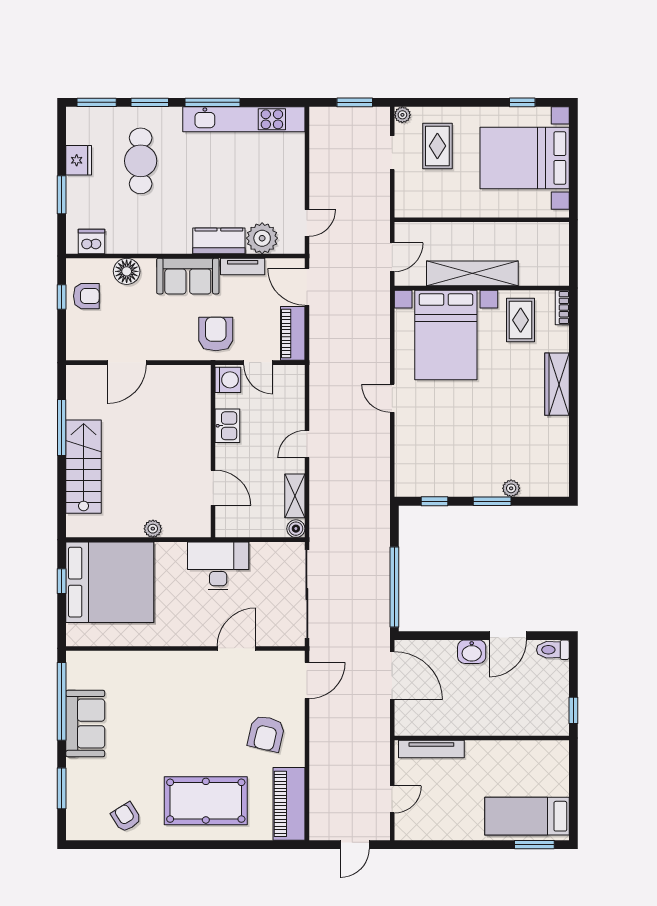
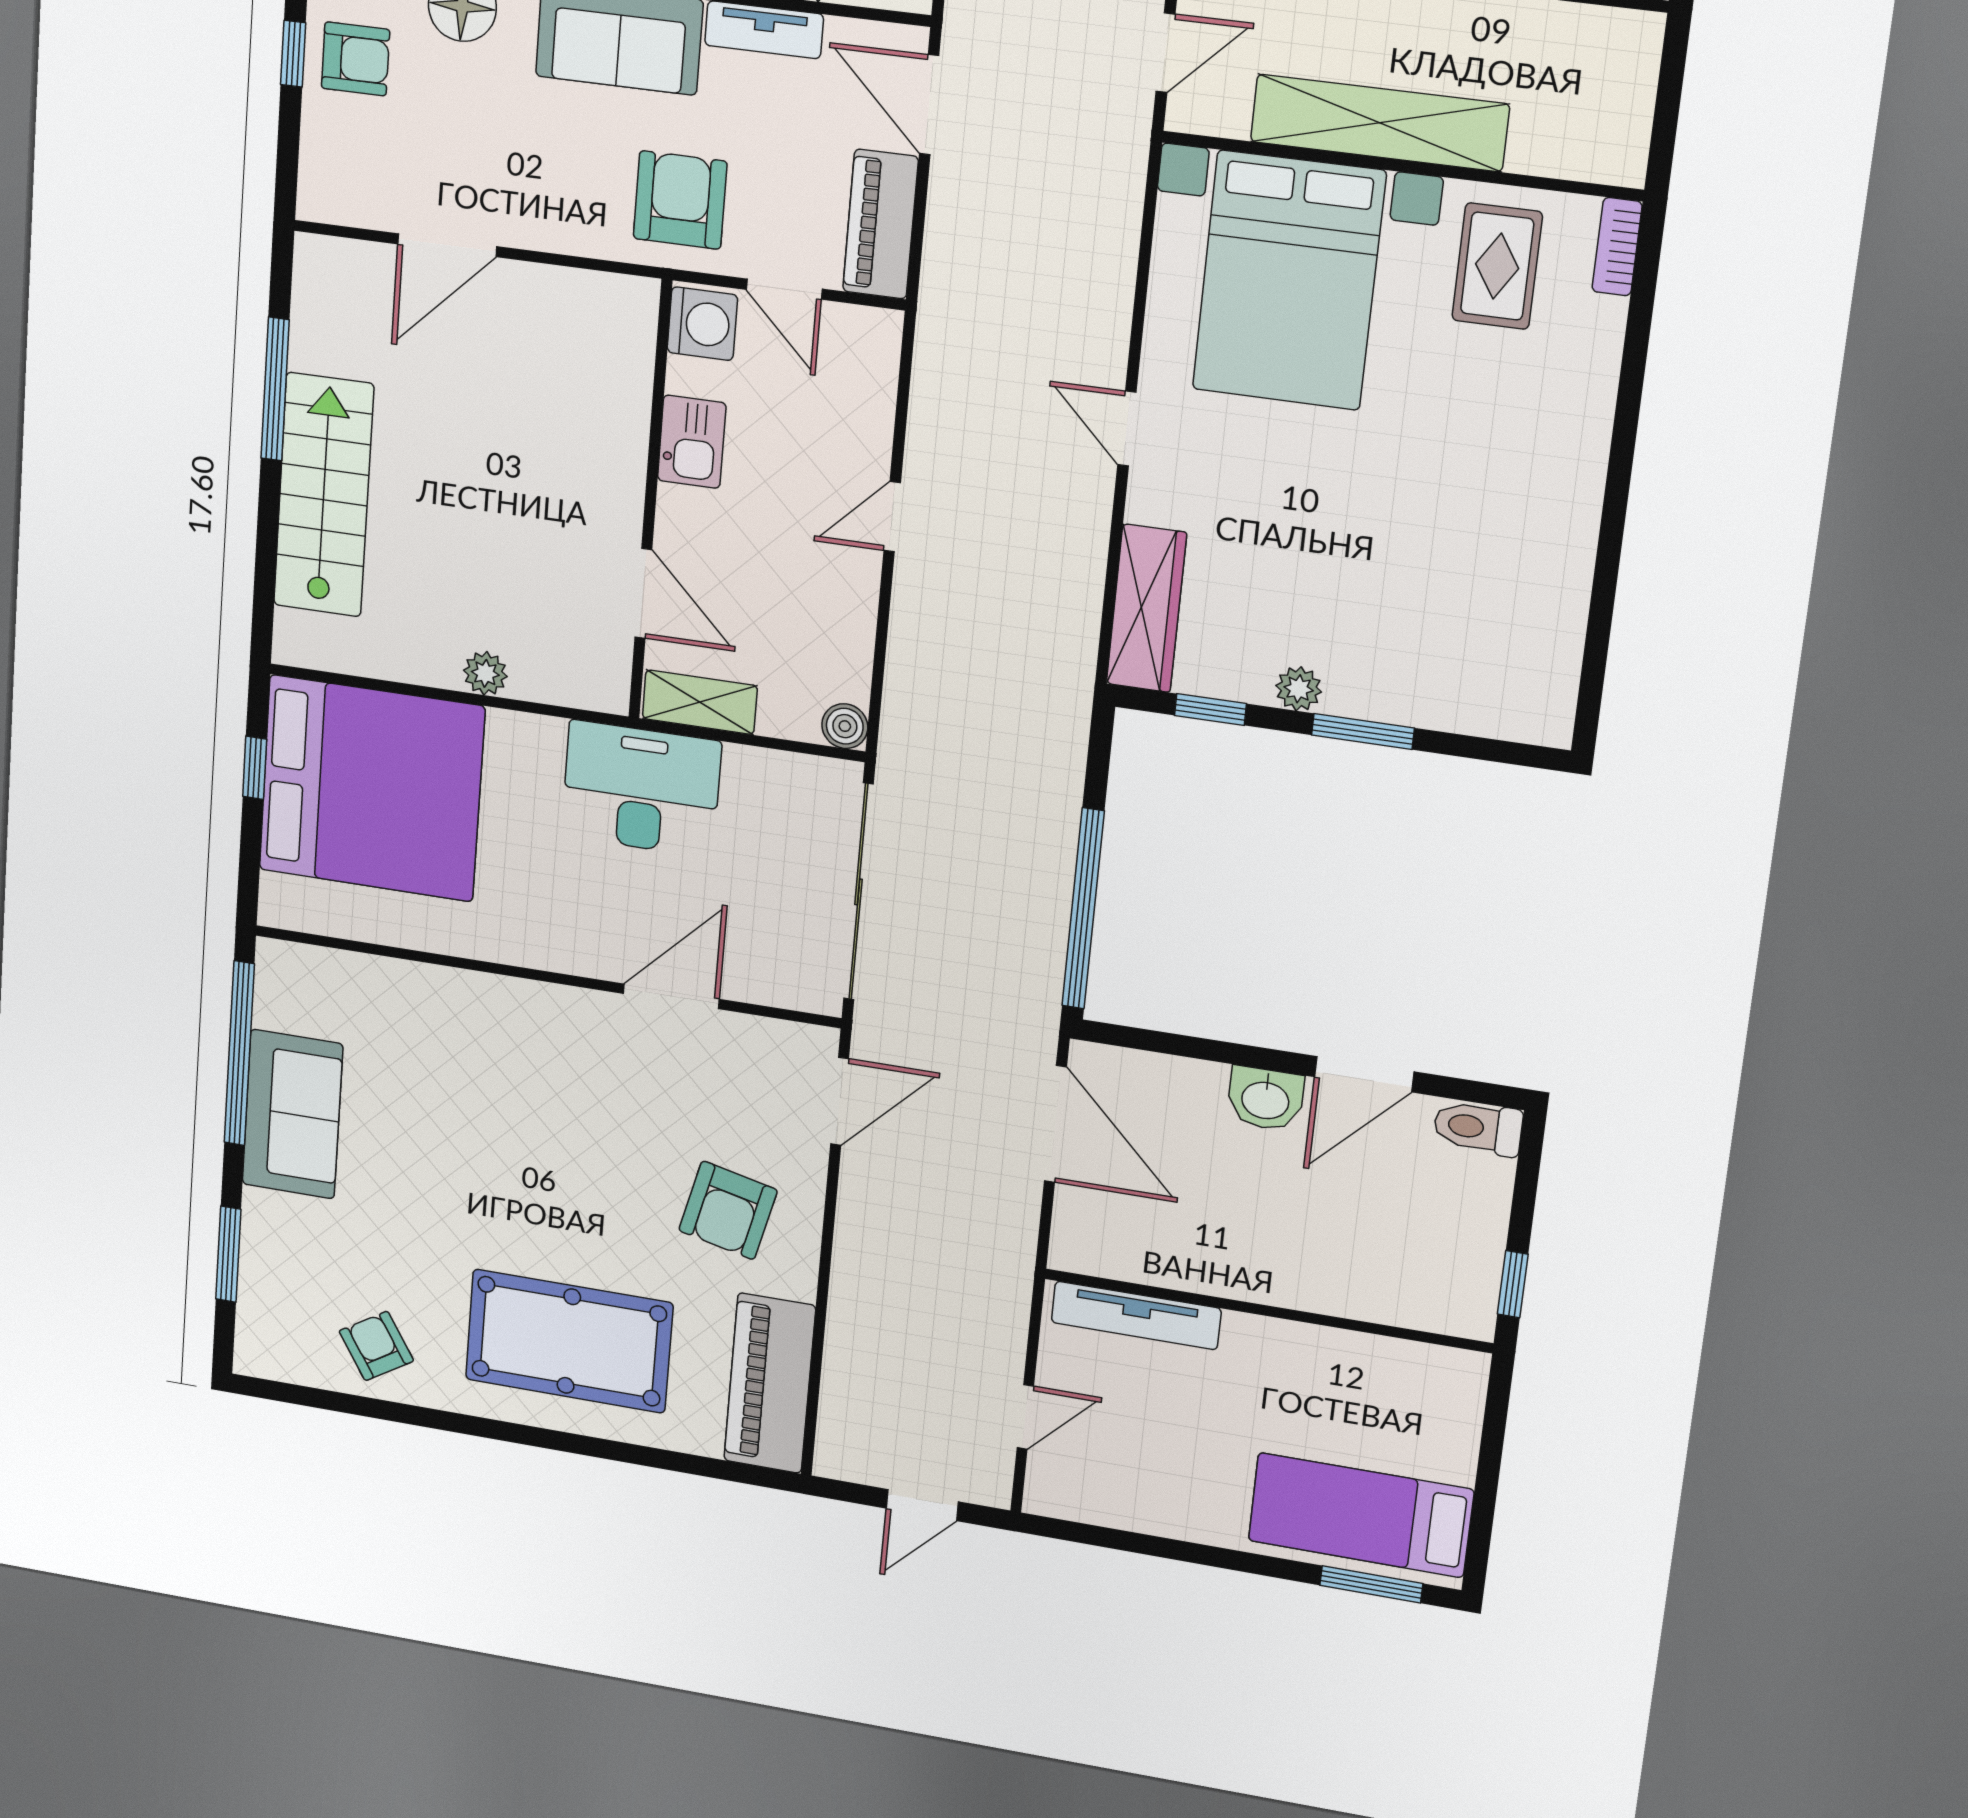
wardrobe: (557, 384) -> (1146, 608), moved, turned 180
plant: (511, 488) -> (1299, 689), moved
shelving: (295, 496) -> (700, 702), moved, turned 90

